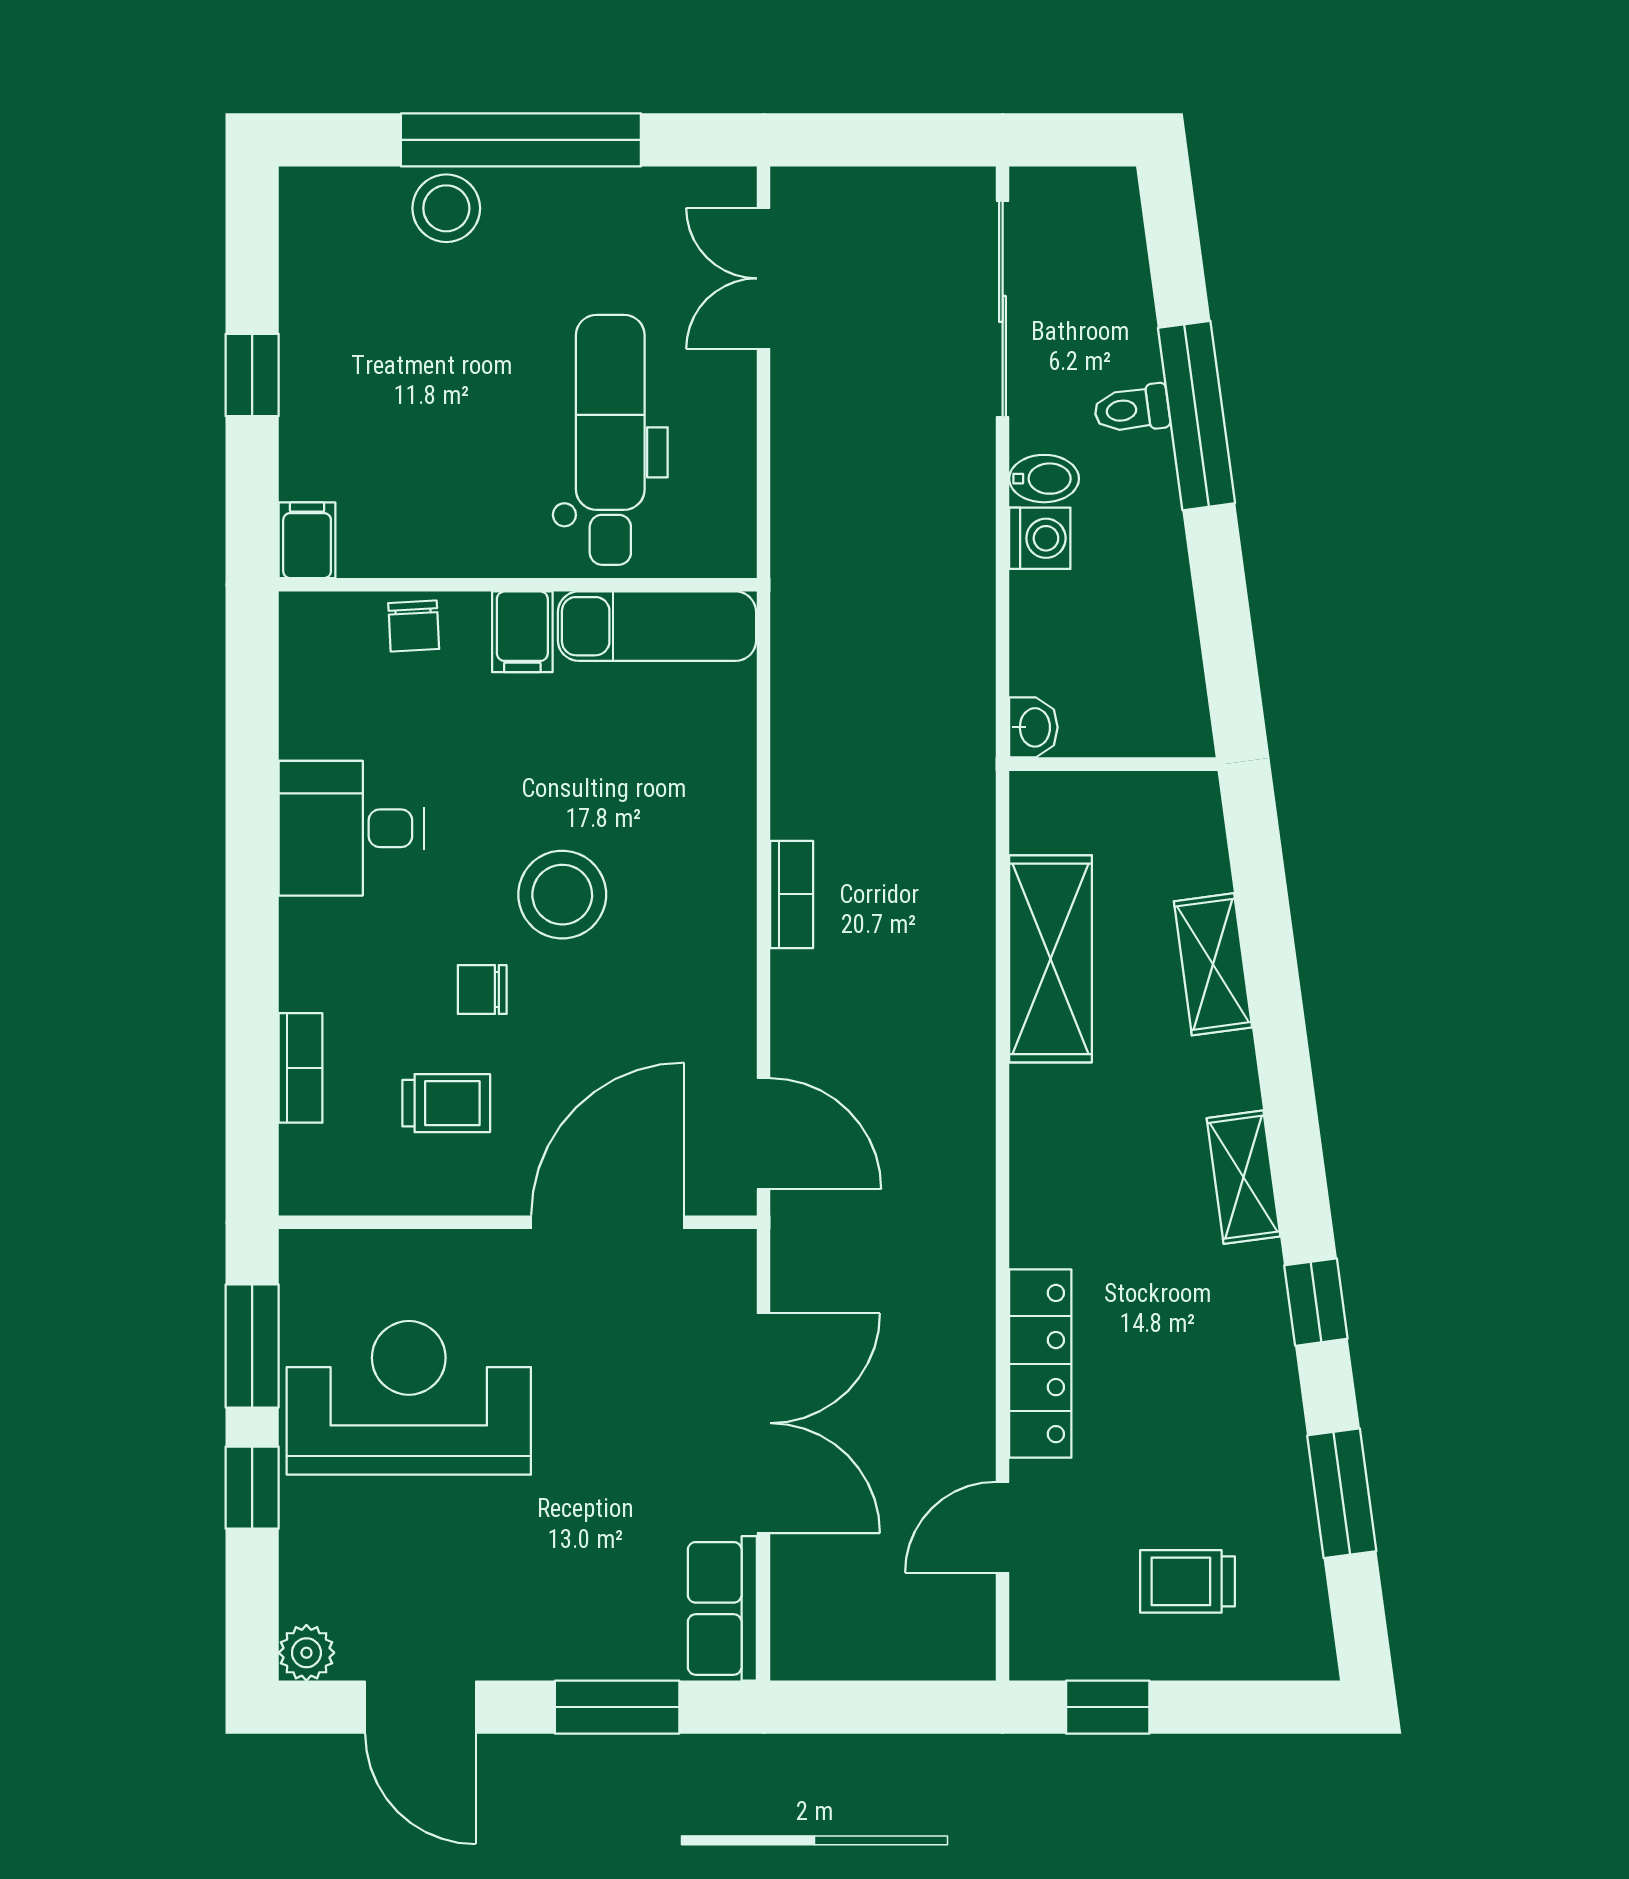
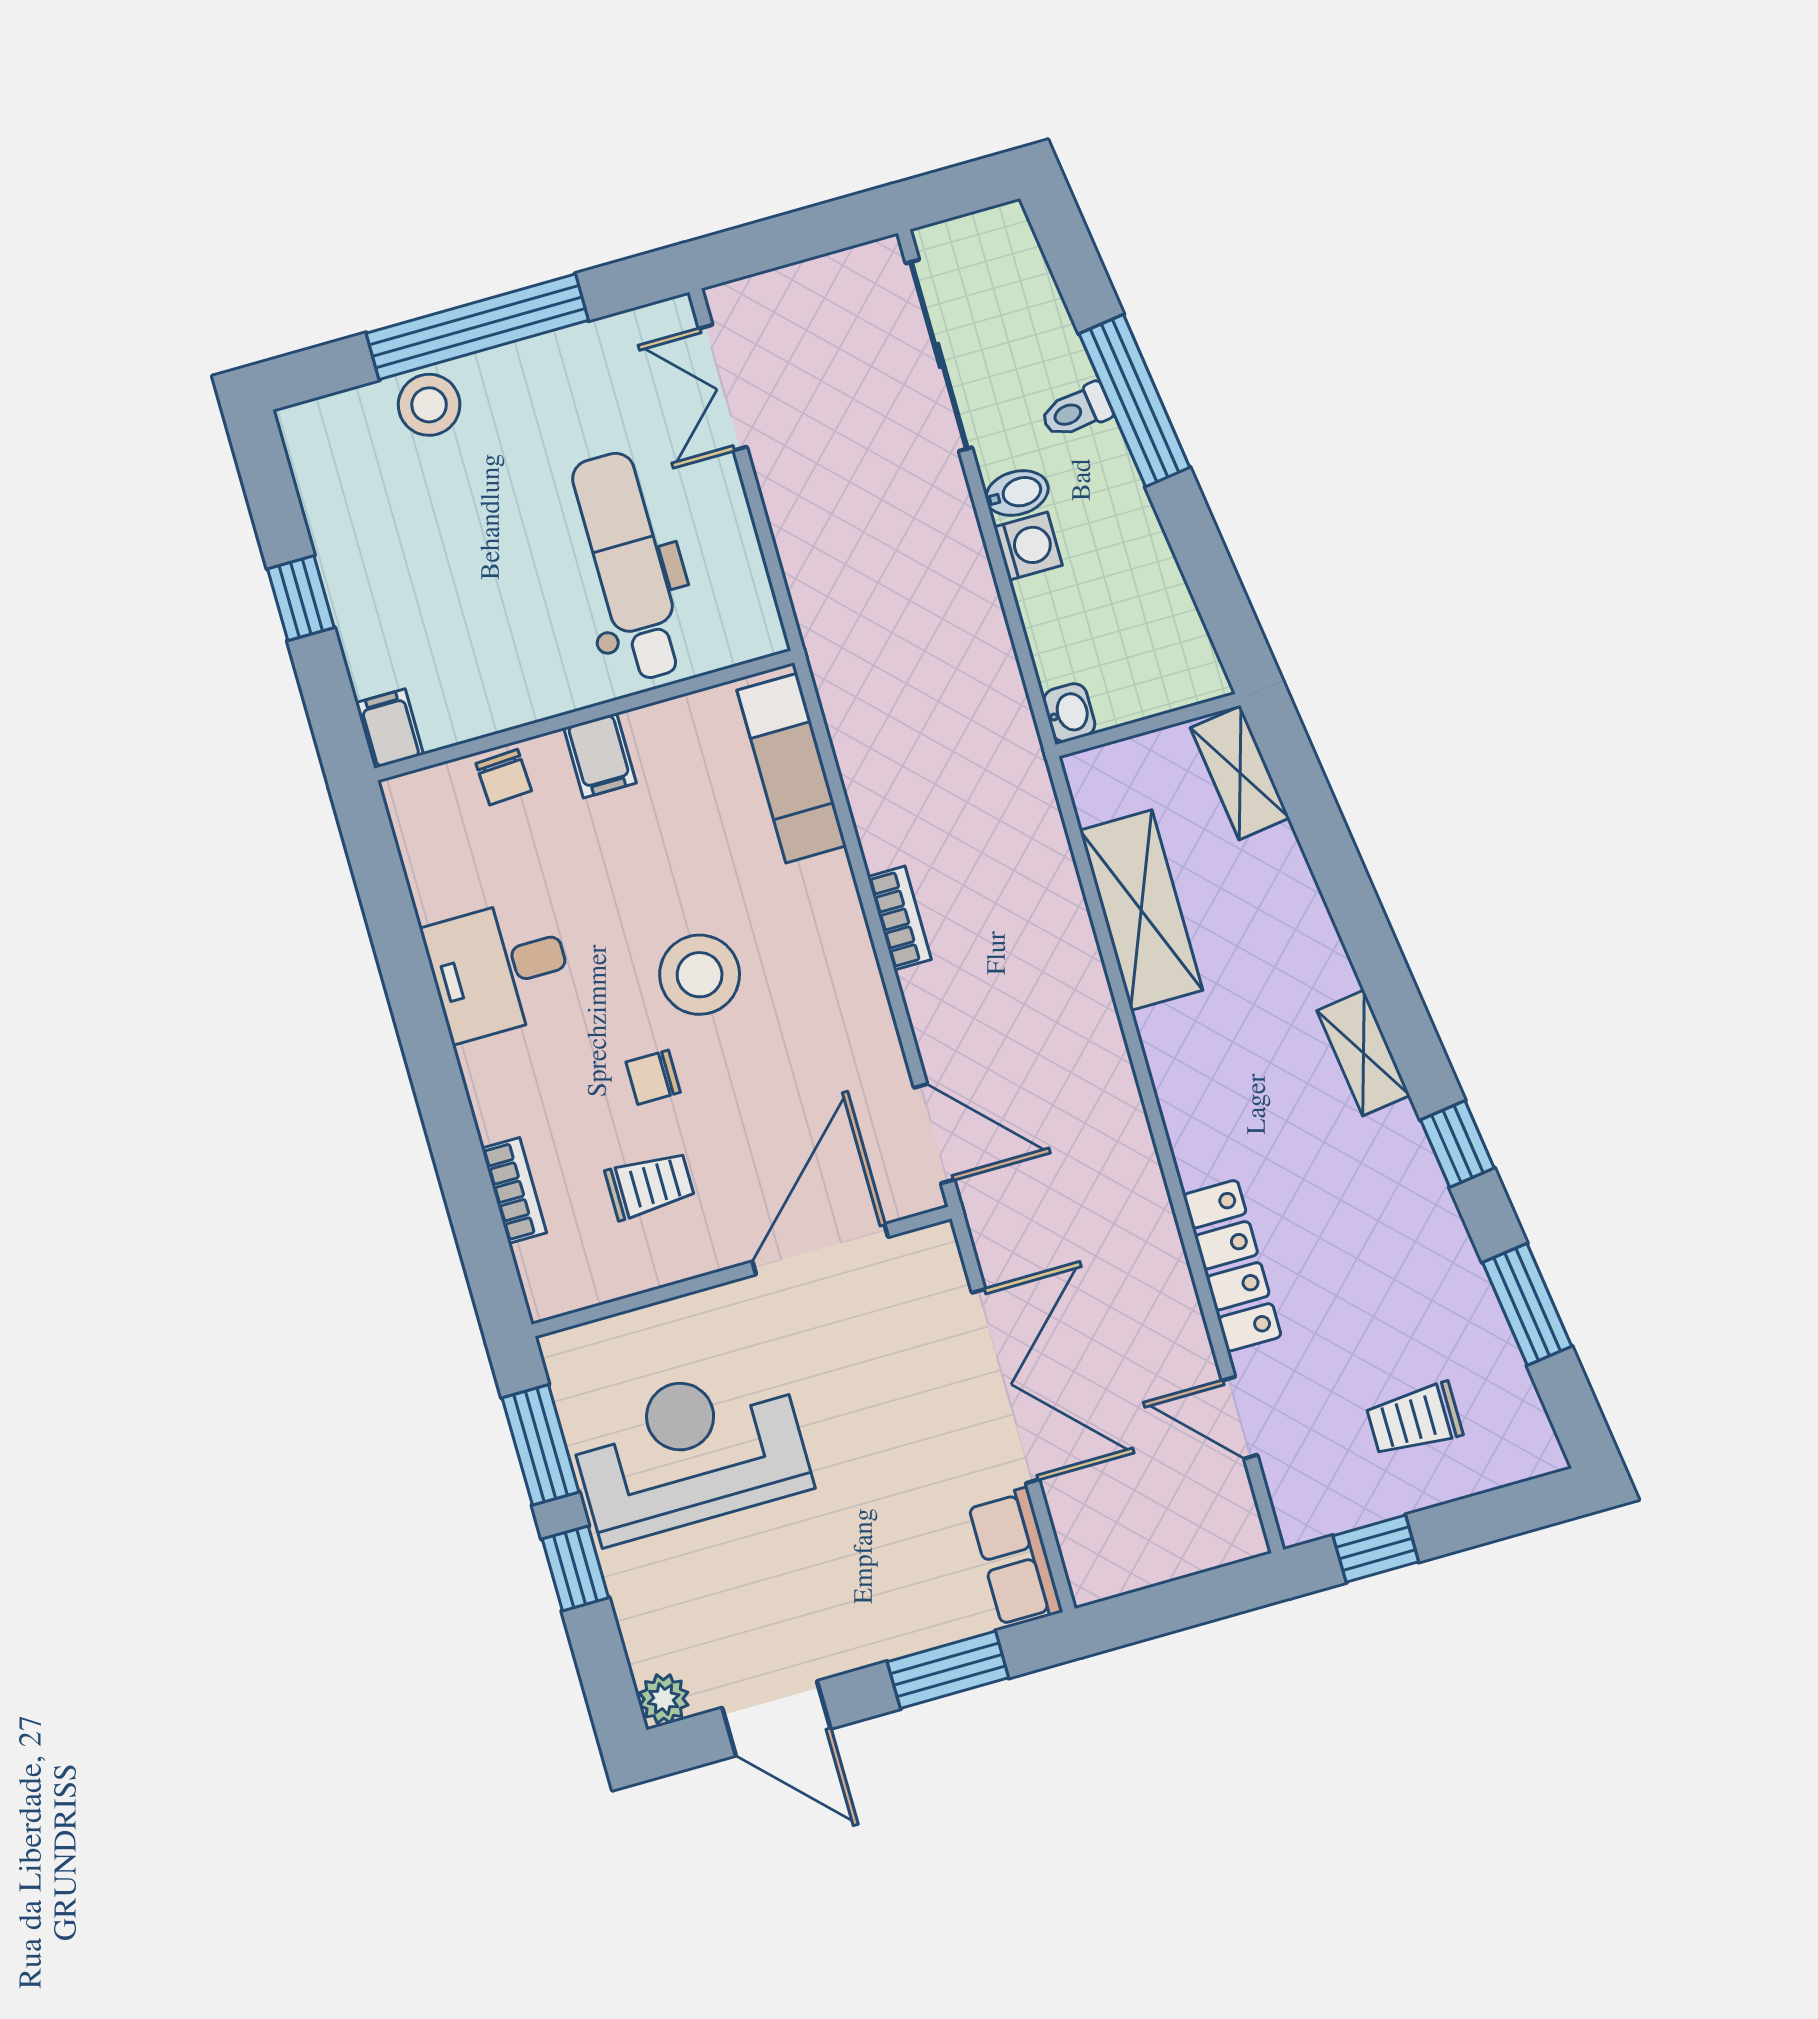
exam couch: (657, 626) -> (792, 768), moved, turned 90
shelving: (1213, 964) -> (1240, 773), moved
door: (1003, 1527) -> (1240, 1418), hinge flipped

